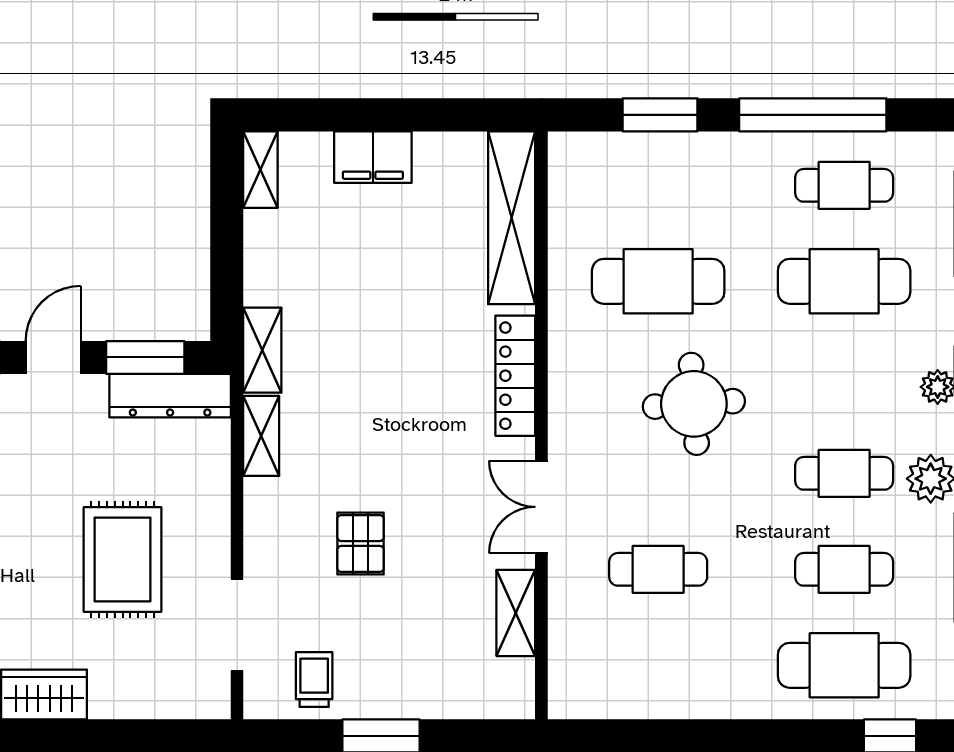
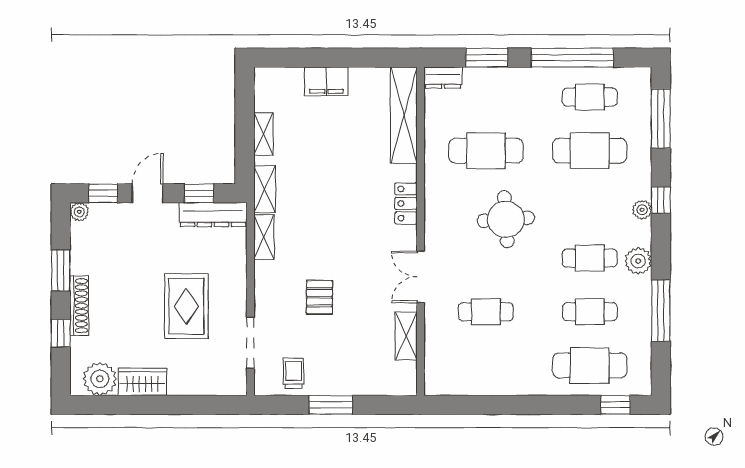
dresser: (582, 150) -> (443, 78), added
shelving: (260, 170) -> (263, 134), moved
window: (145, 357) -> (199, 193), width x0.67
locker: (515, 376) -> (406, 203), width x0.66

